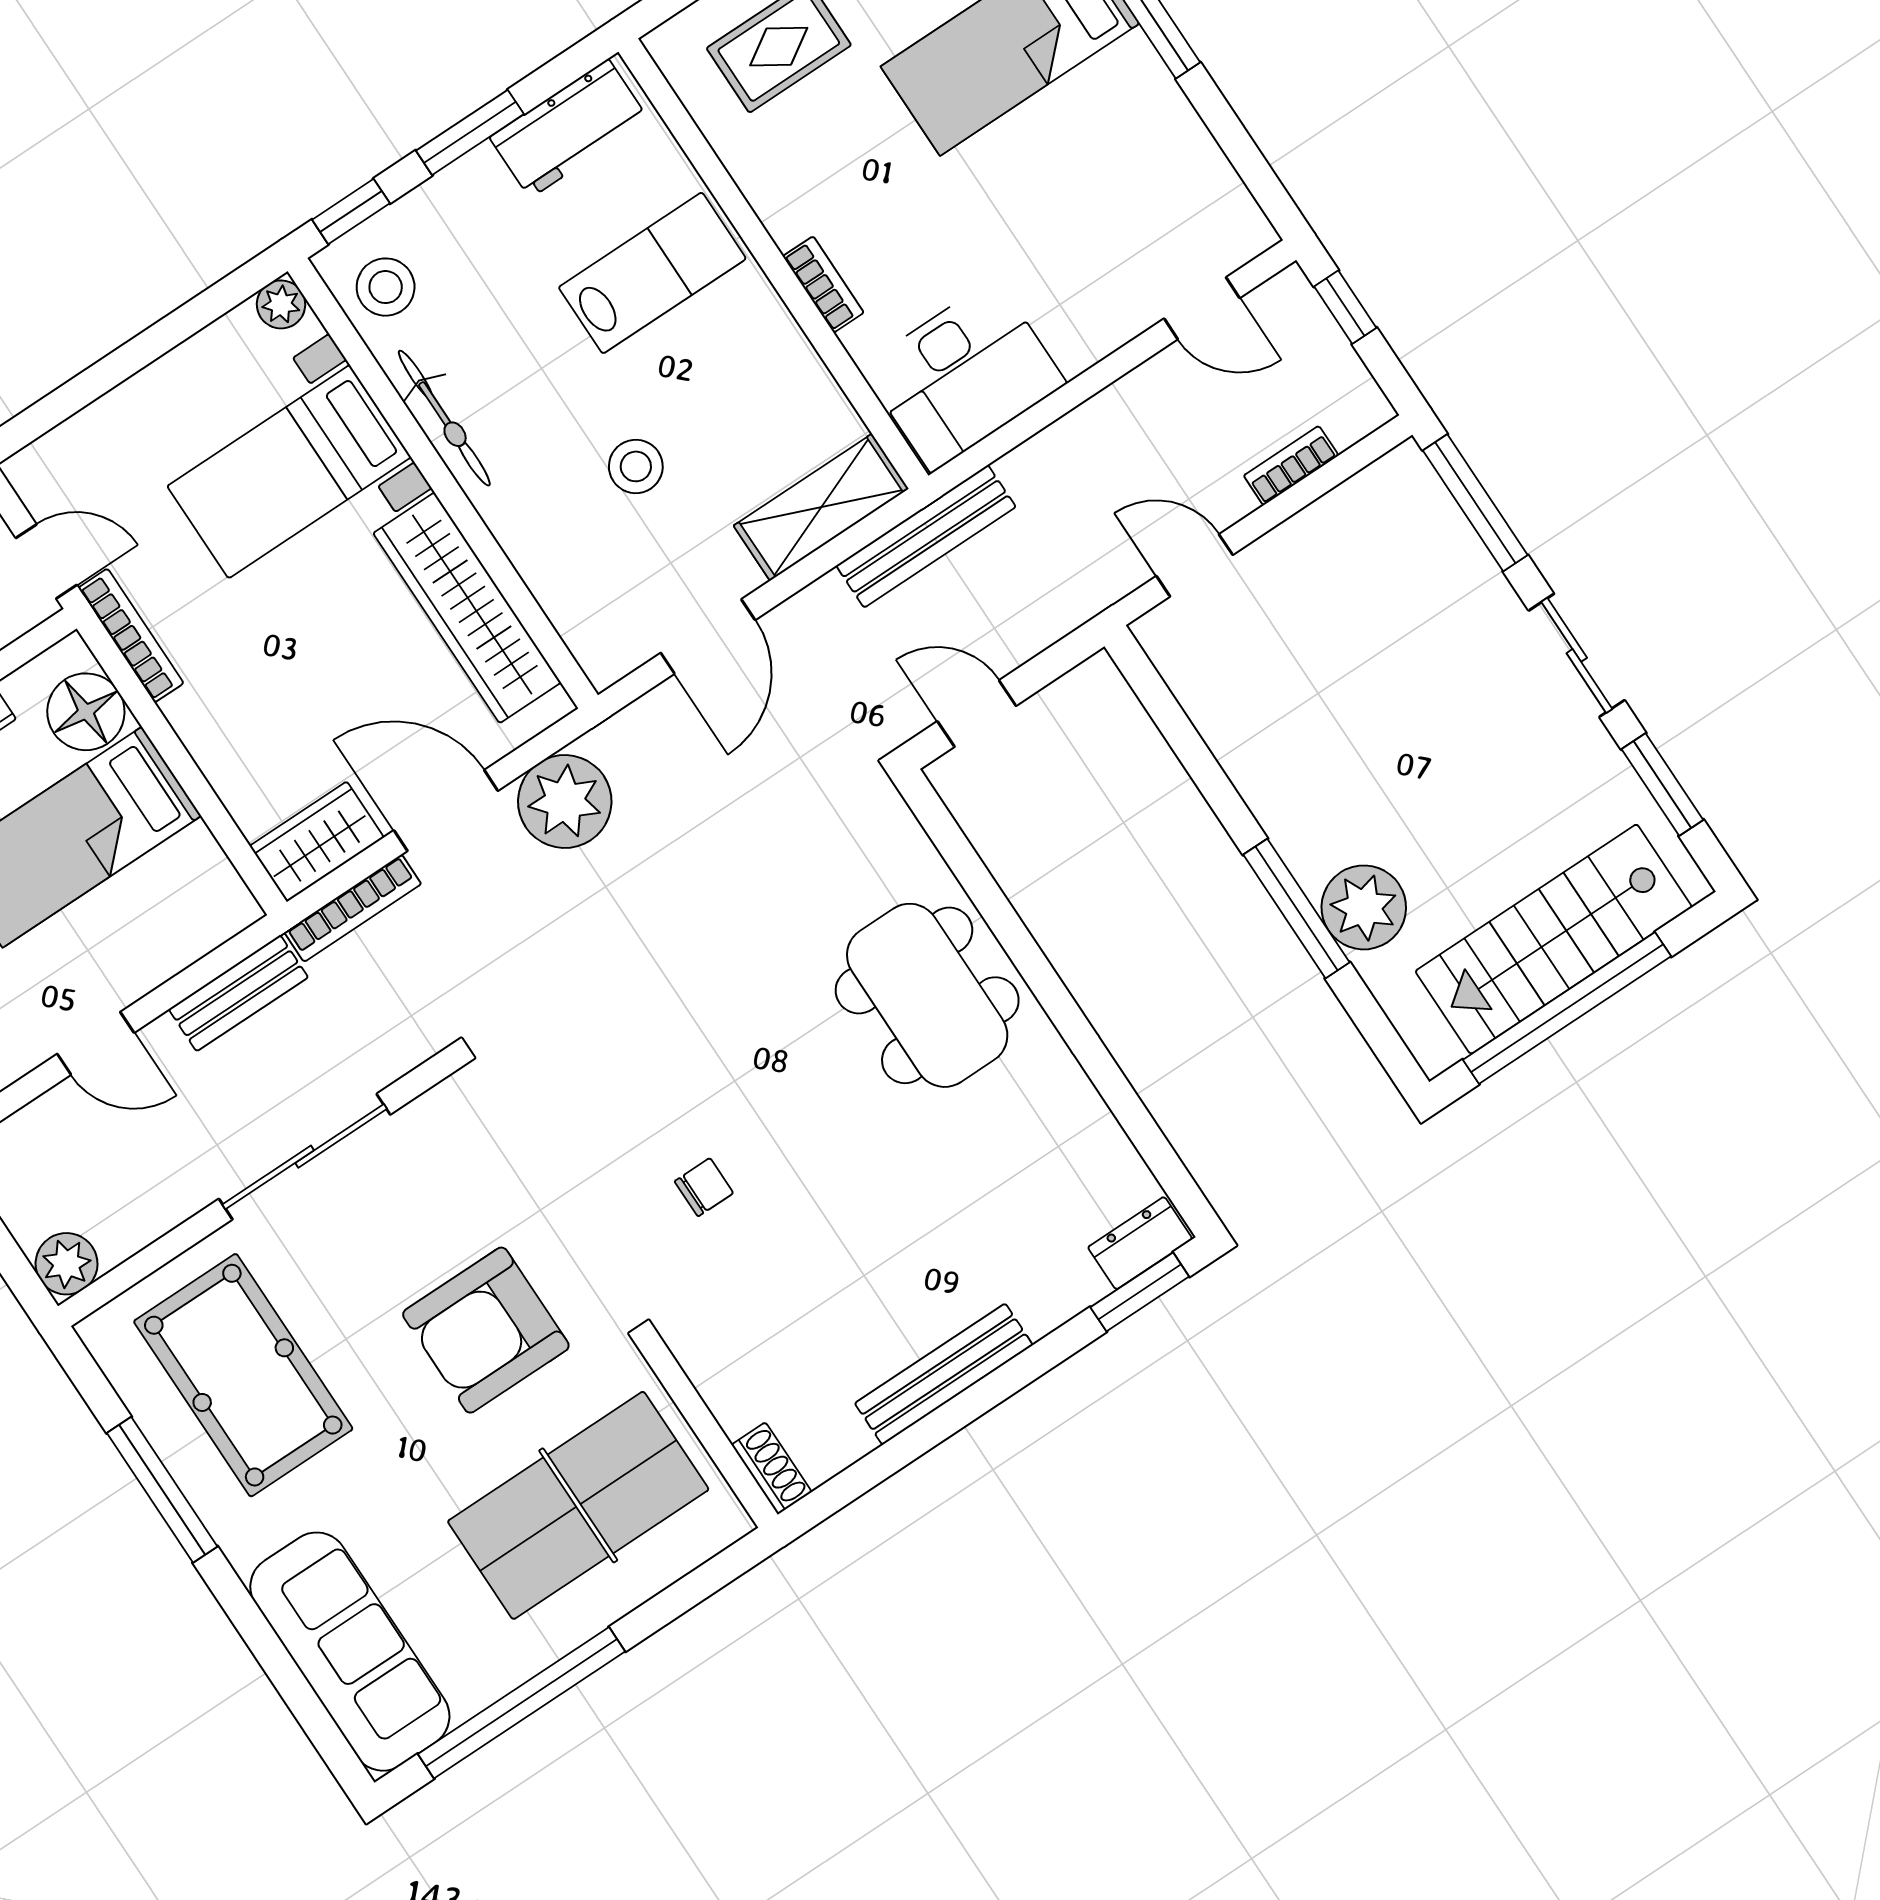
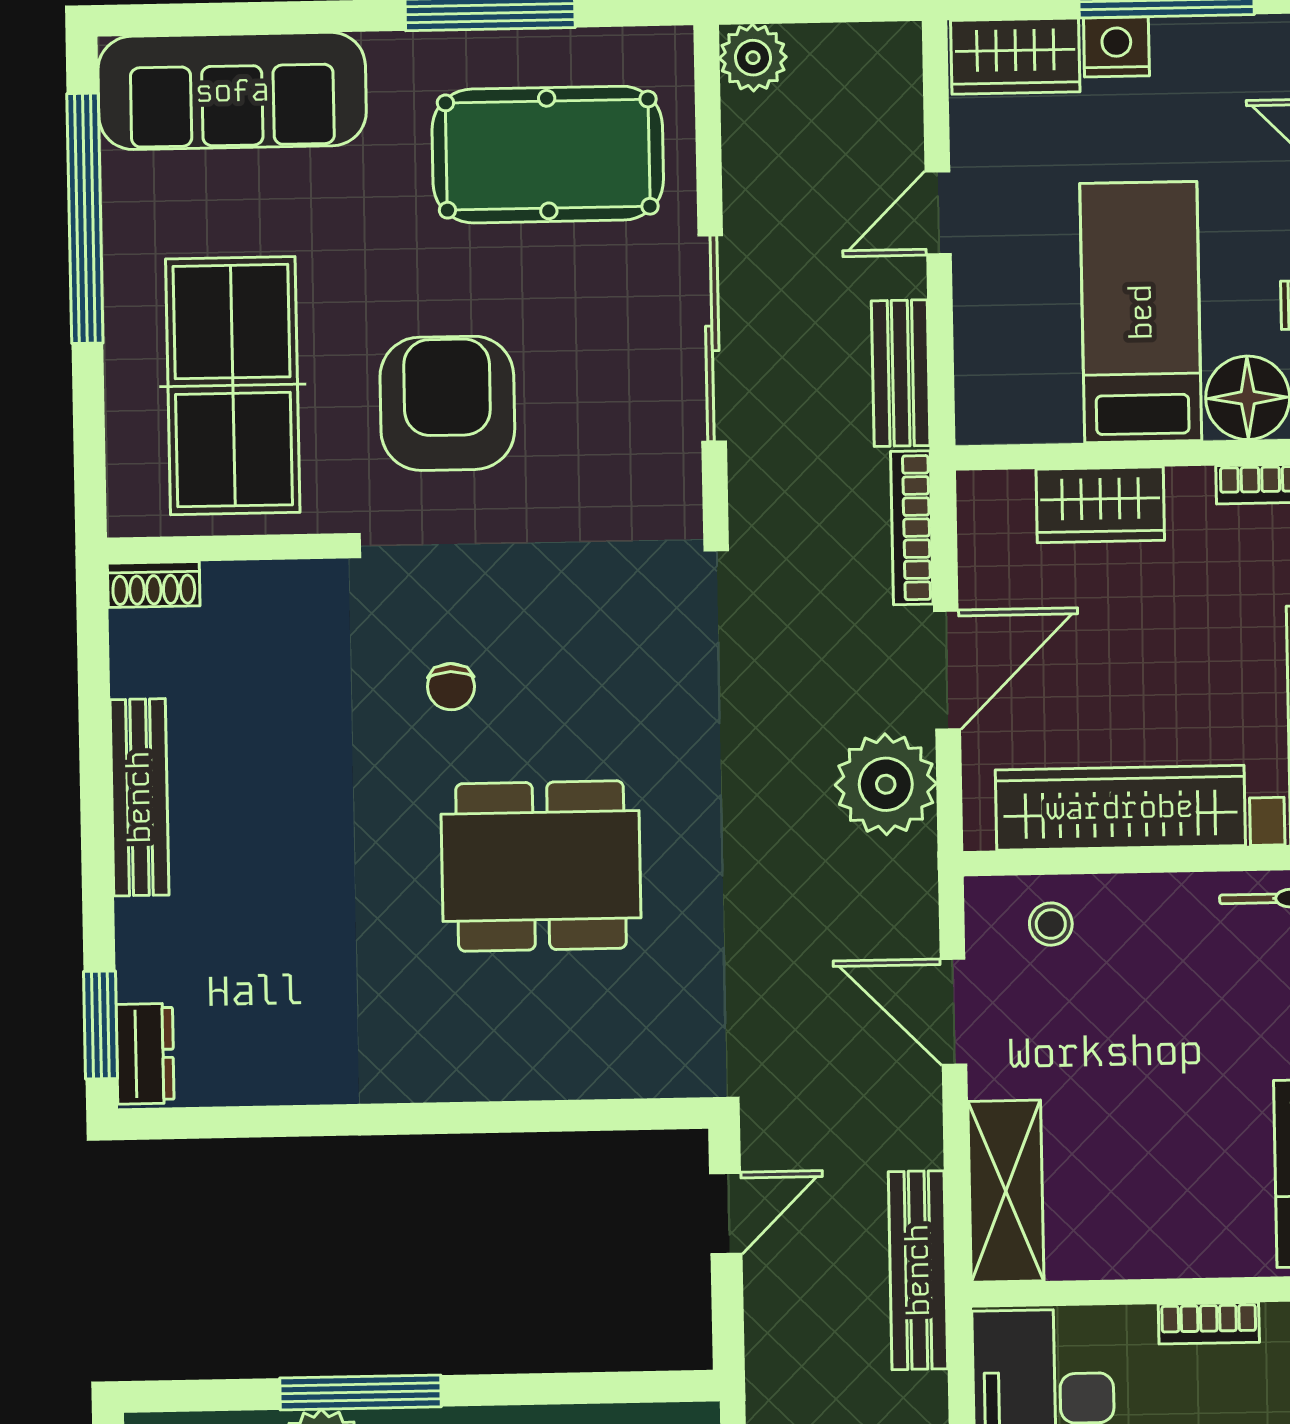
stool: (636, 466) -> (1051, 924), moved, width x0.73, depth x0.73
wardrobe: (317, 842) -> (1100, 505), moved, turned 90
dining table: (927, 995) -> (541, 866), moved

